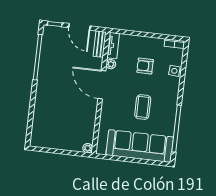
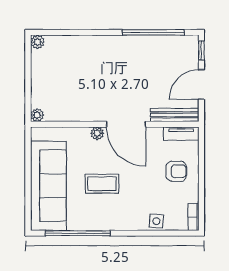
bench: (100, 44) -> (175, 115), width x1.36
plant: (111, 64) -> (97, 133), moved
armchair: (145, 66) -> (176, 171), moved, turned 90
door: (102, 85) -> (126, 124), swing flipped
plant: (35, 142) -> (38, 42), added

